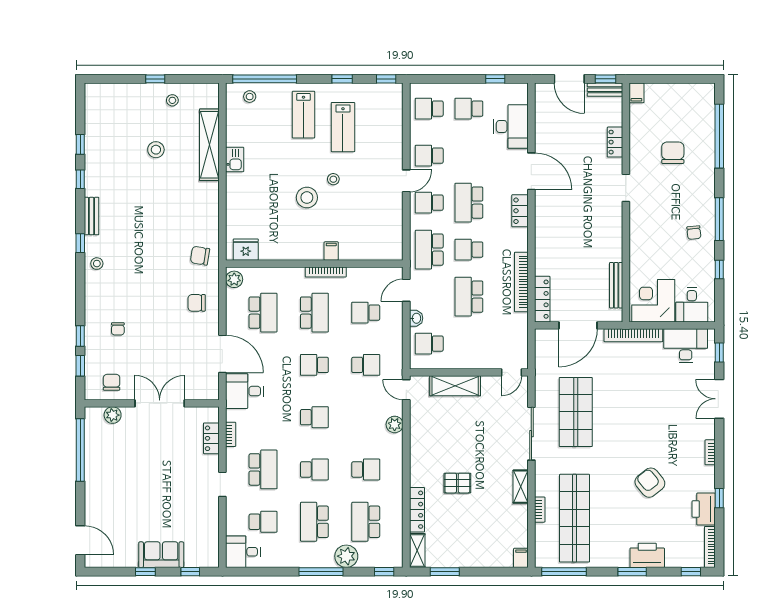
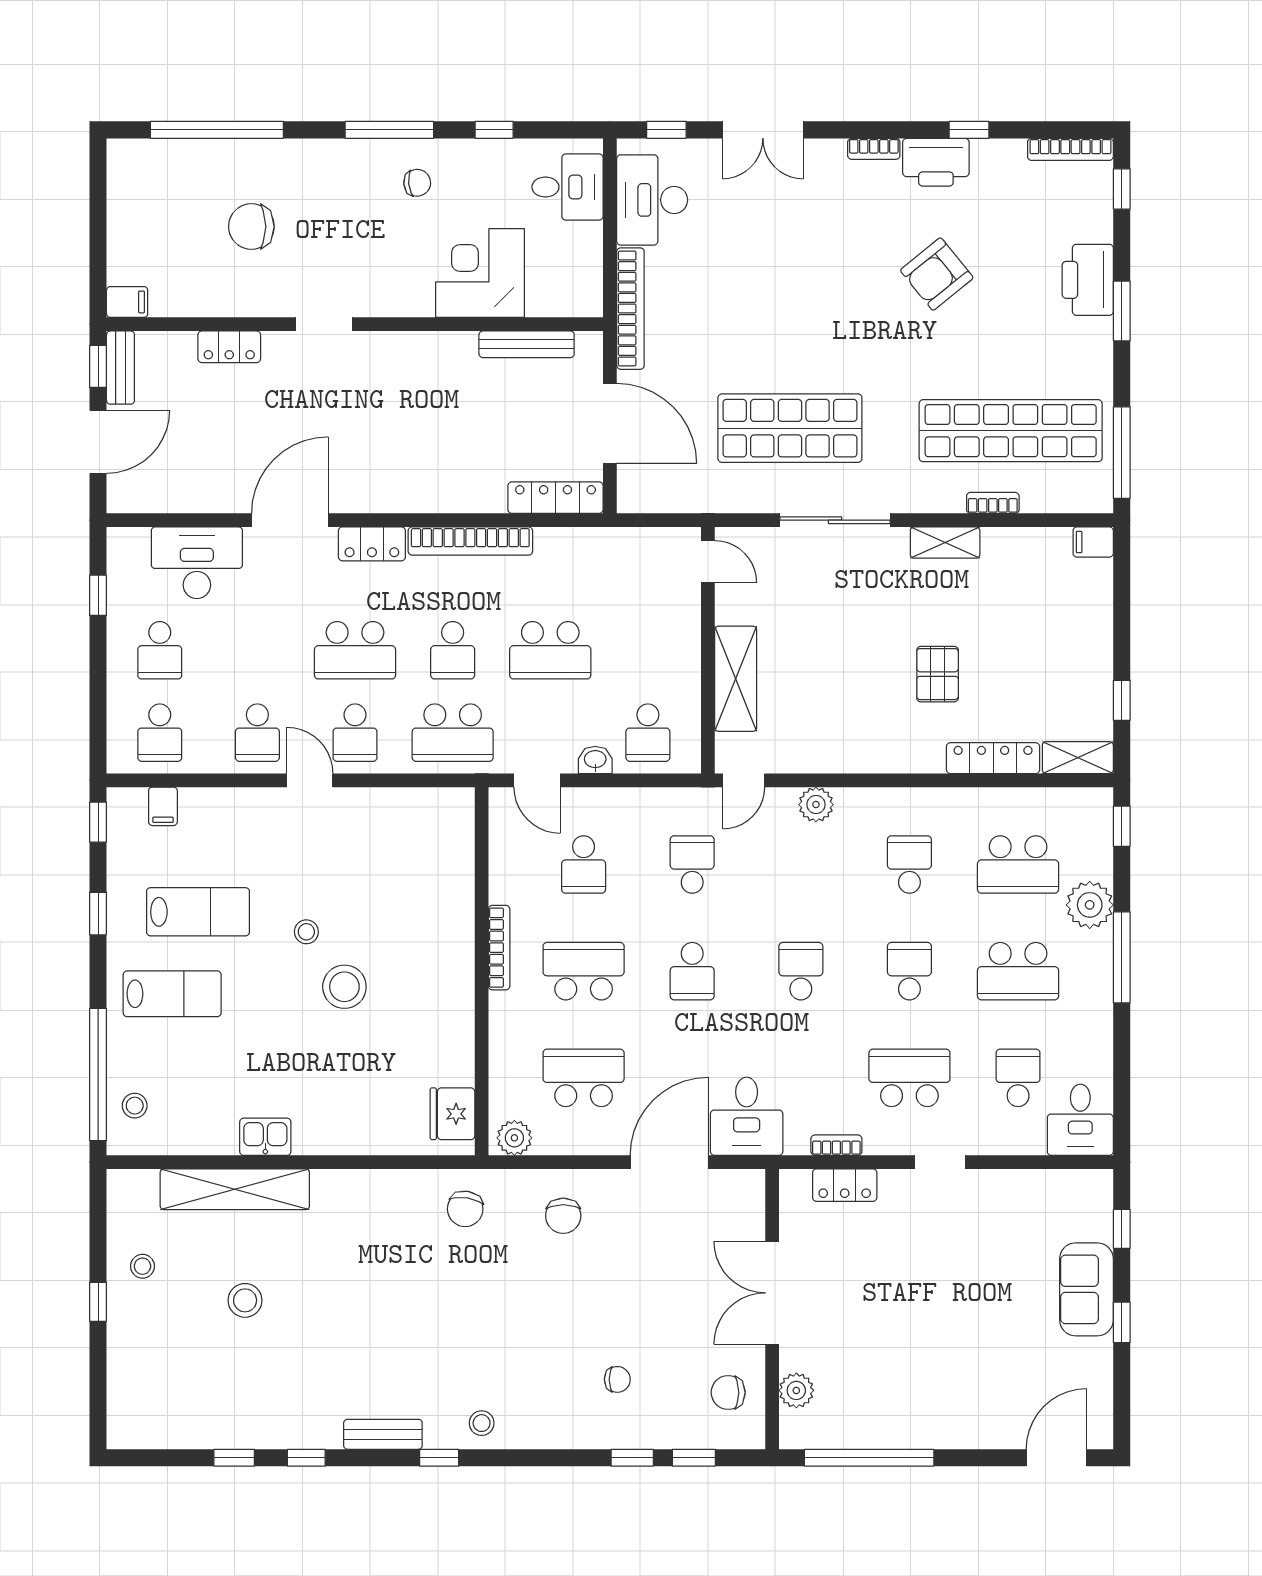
filing cabinet: (331, 251) -> (163, 806), moved, turned -90
bookcase: (521, 282) -> (470, 541), moved
corner desk: (653, 301) -> (480, 273), moved, turned 90
printer: (704, 509) -> (936, 162), moved
window: (445, 572) -> (1122, 700), width x0.67

